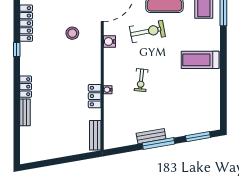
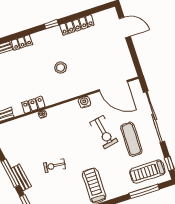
stool: (72, 33) -> (61, 68), moved
exercise bike: (141, 80) -> (55, 166), moved
bench: (151, 136) -> (21, 177), moved

